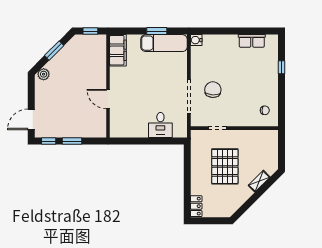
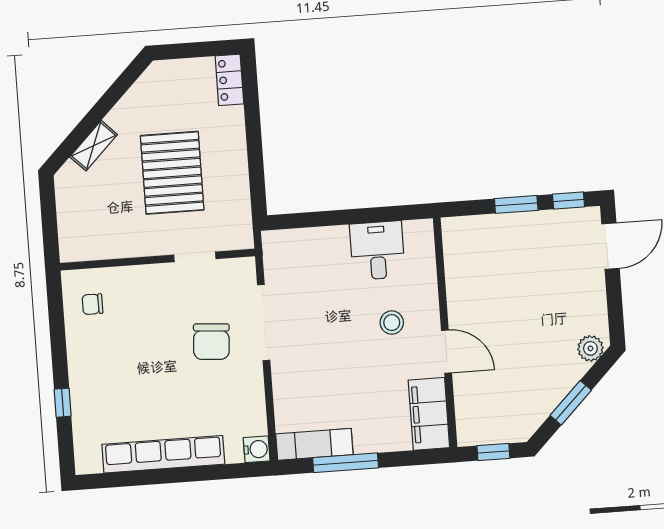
window: (157, 31) -> (346, 463), width x1.44
row of seats: (252, 41) -> (163, 454), width x2.02
exam couch: (164, 43) -> (314, 444), width x0.73, depth x0.69
stool: (132, 92) -> (392, 323), added
door: (108, 99) -> (446, 352), moved
desk: (160, 125) -> (377, 250), moved

